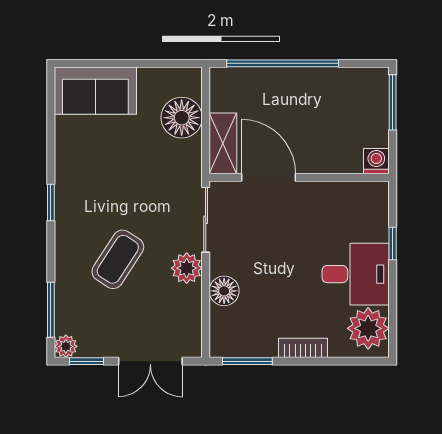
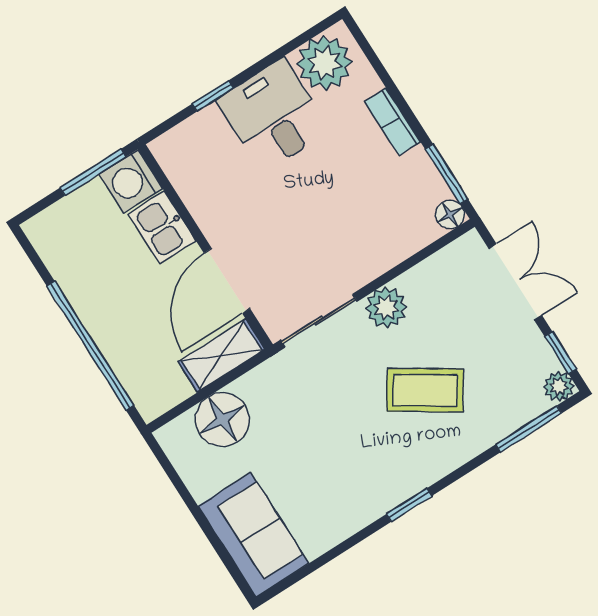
window: (393, 102) -> (93, 172), moved
kitchen sink: (329, 157) -> (162, 227), added
washing machine: (376, 161) -> (131, 181), width x1.38, depth x1.38
floor lamp: (224, 291) -> (450, 215), moved, width x0.73, depth x0.73

